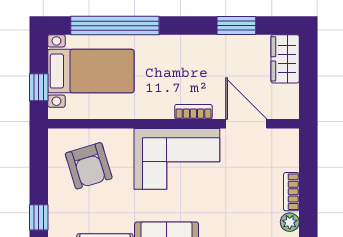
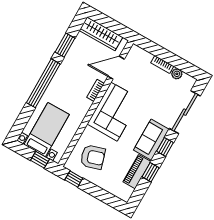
window: (115, 26) -> (43, 83), moved
wardrobe: (285, 59) -> (101, 34), width x1.50
window: (39, 217) -> (74, 179), moved

